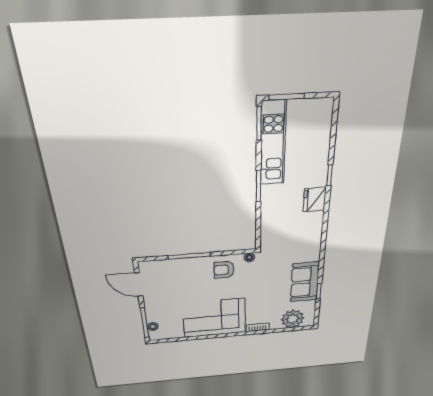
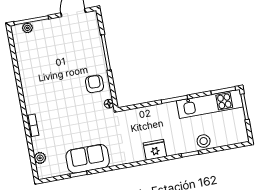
stool: (318, 157) -> (204, 141), added
fridge: (315, 199) -> (155, 150), moved
corner sofa: (214, 318) -> (41, 83), removed
plant: (293, 319) -> (40, 158), width x0.53, depth x0.53

